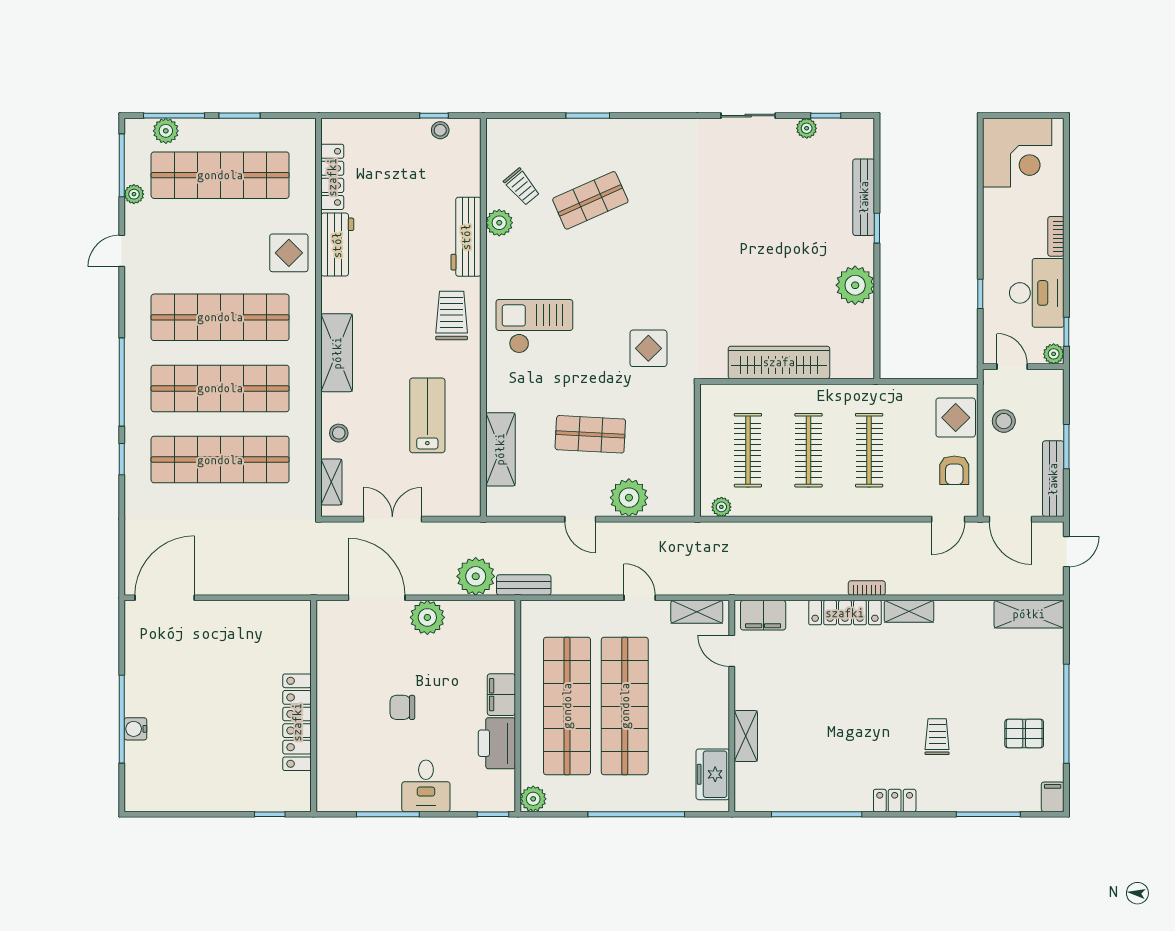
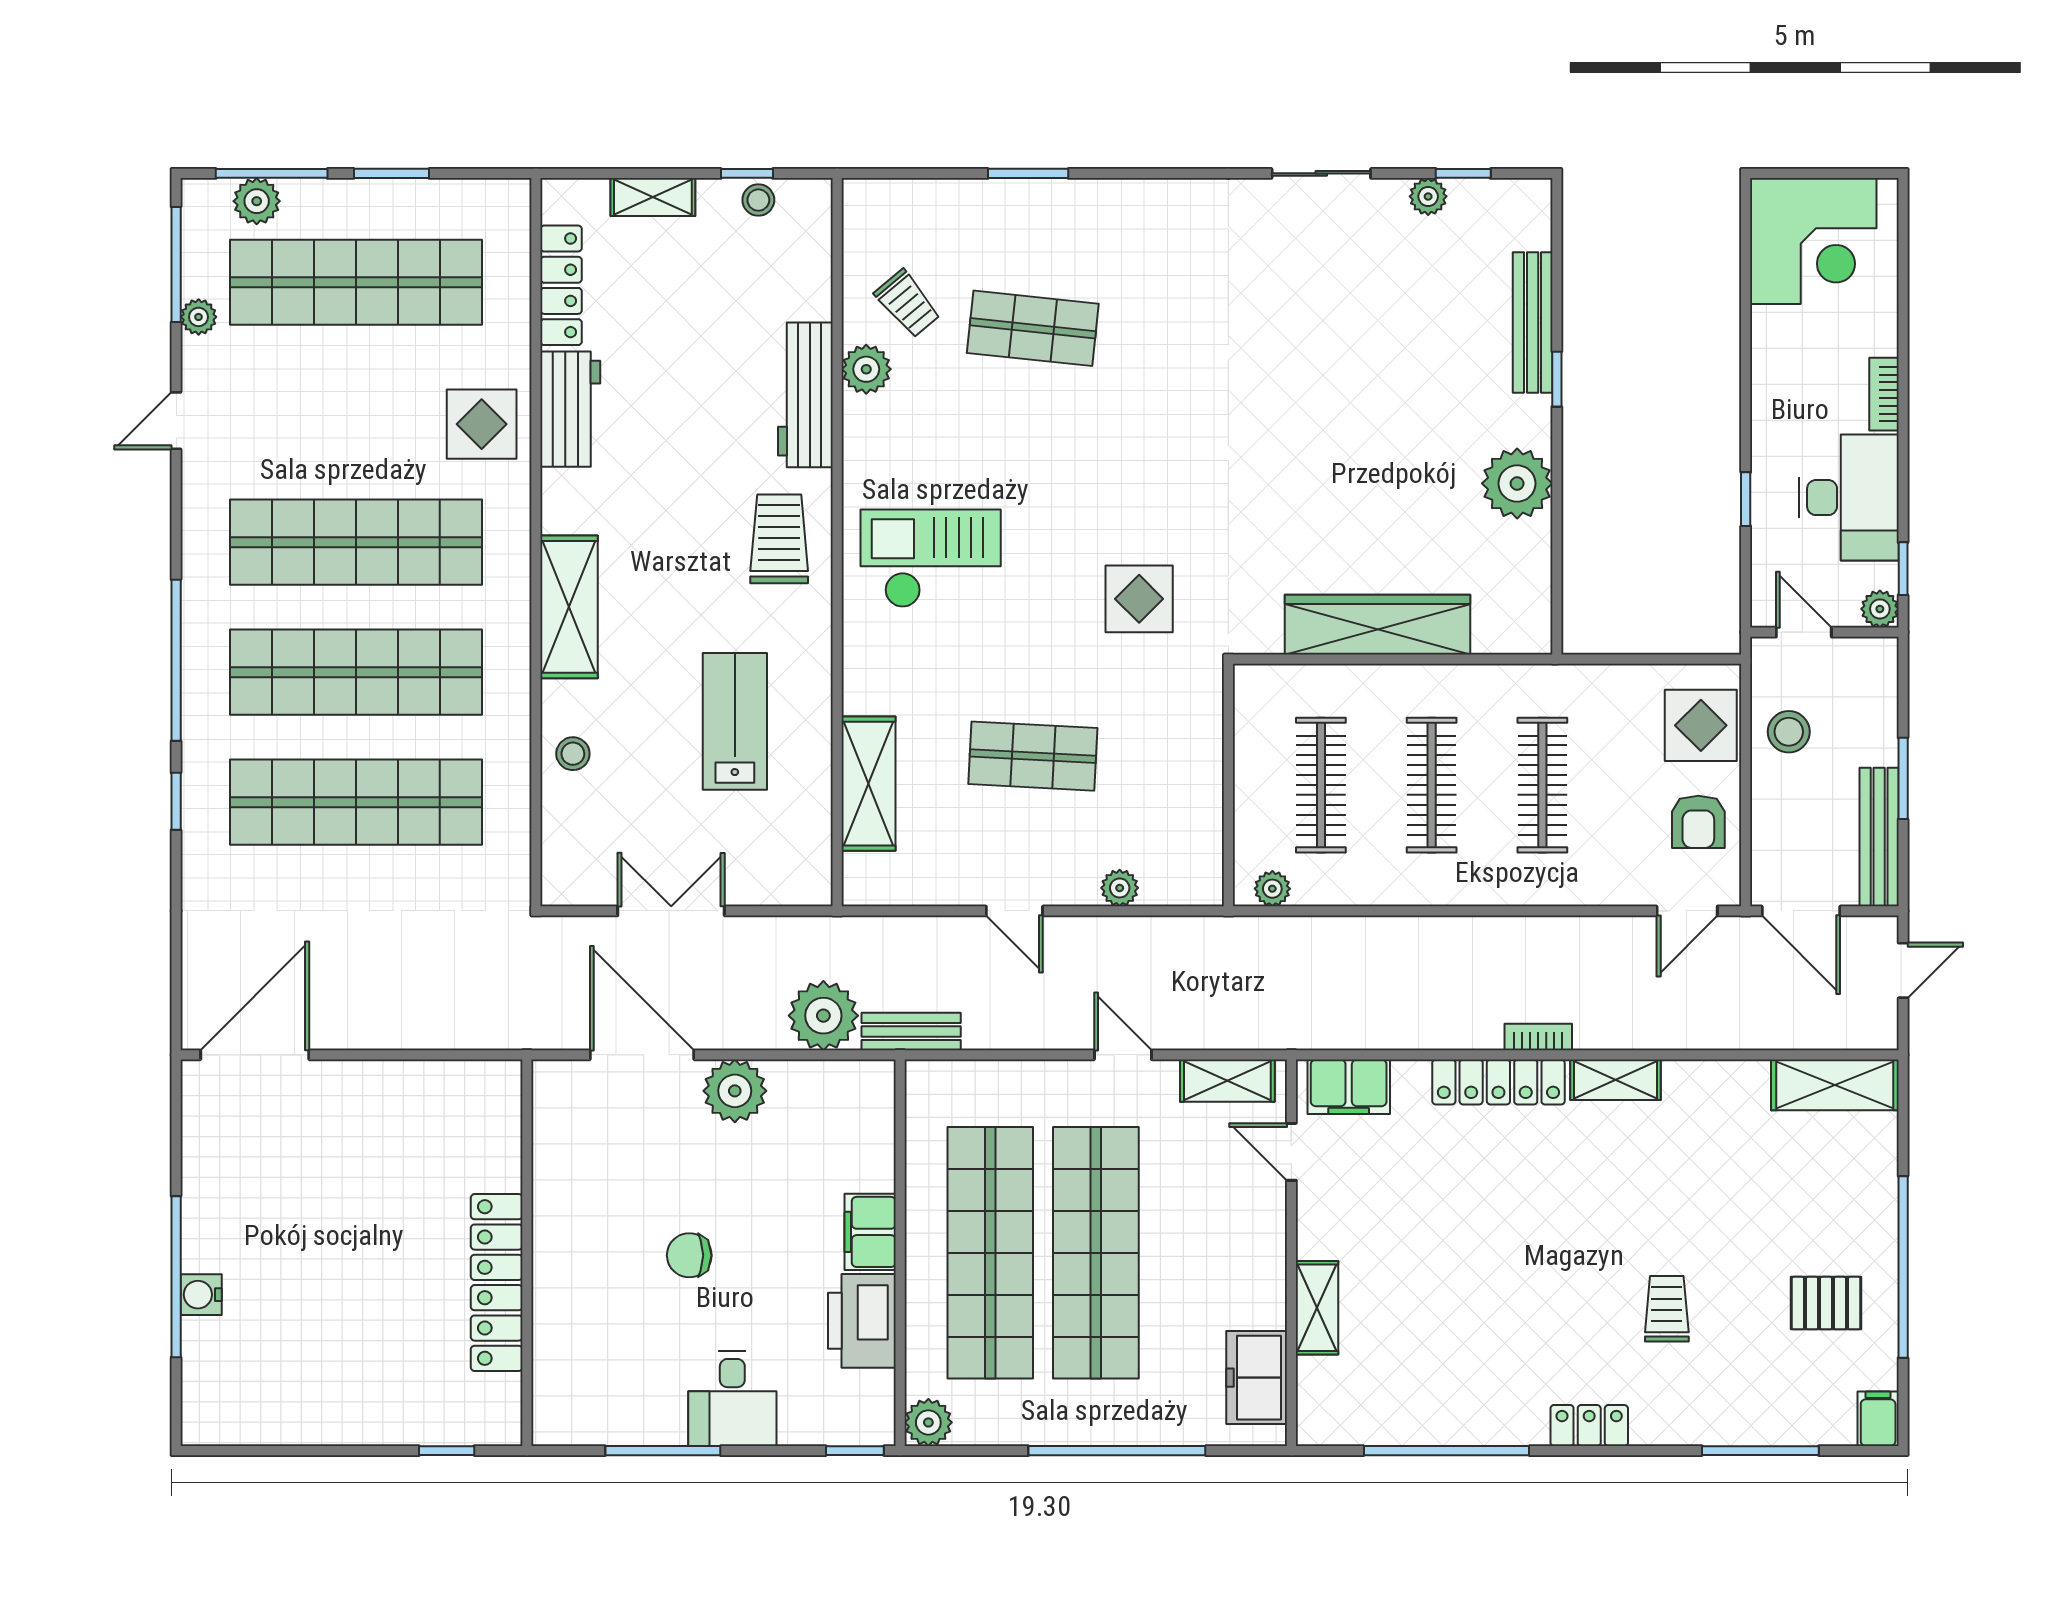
shop shelf: (590, 200) -> (1033, 328), turned 30
shelving: (331, 482) -> (653, 197), moved, turned 90
plant: (629, 498) -> (1120, 888), width x0.53, depth x0.53

